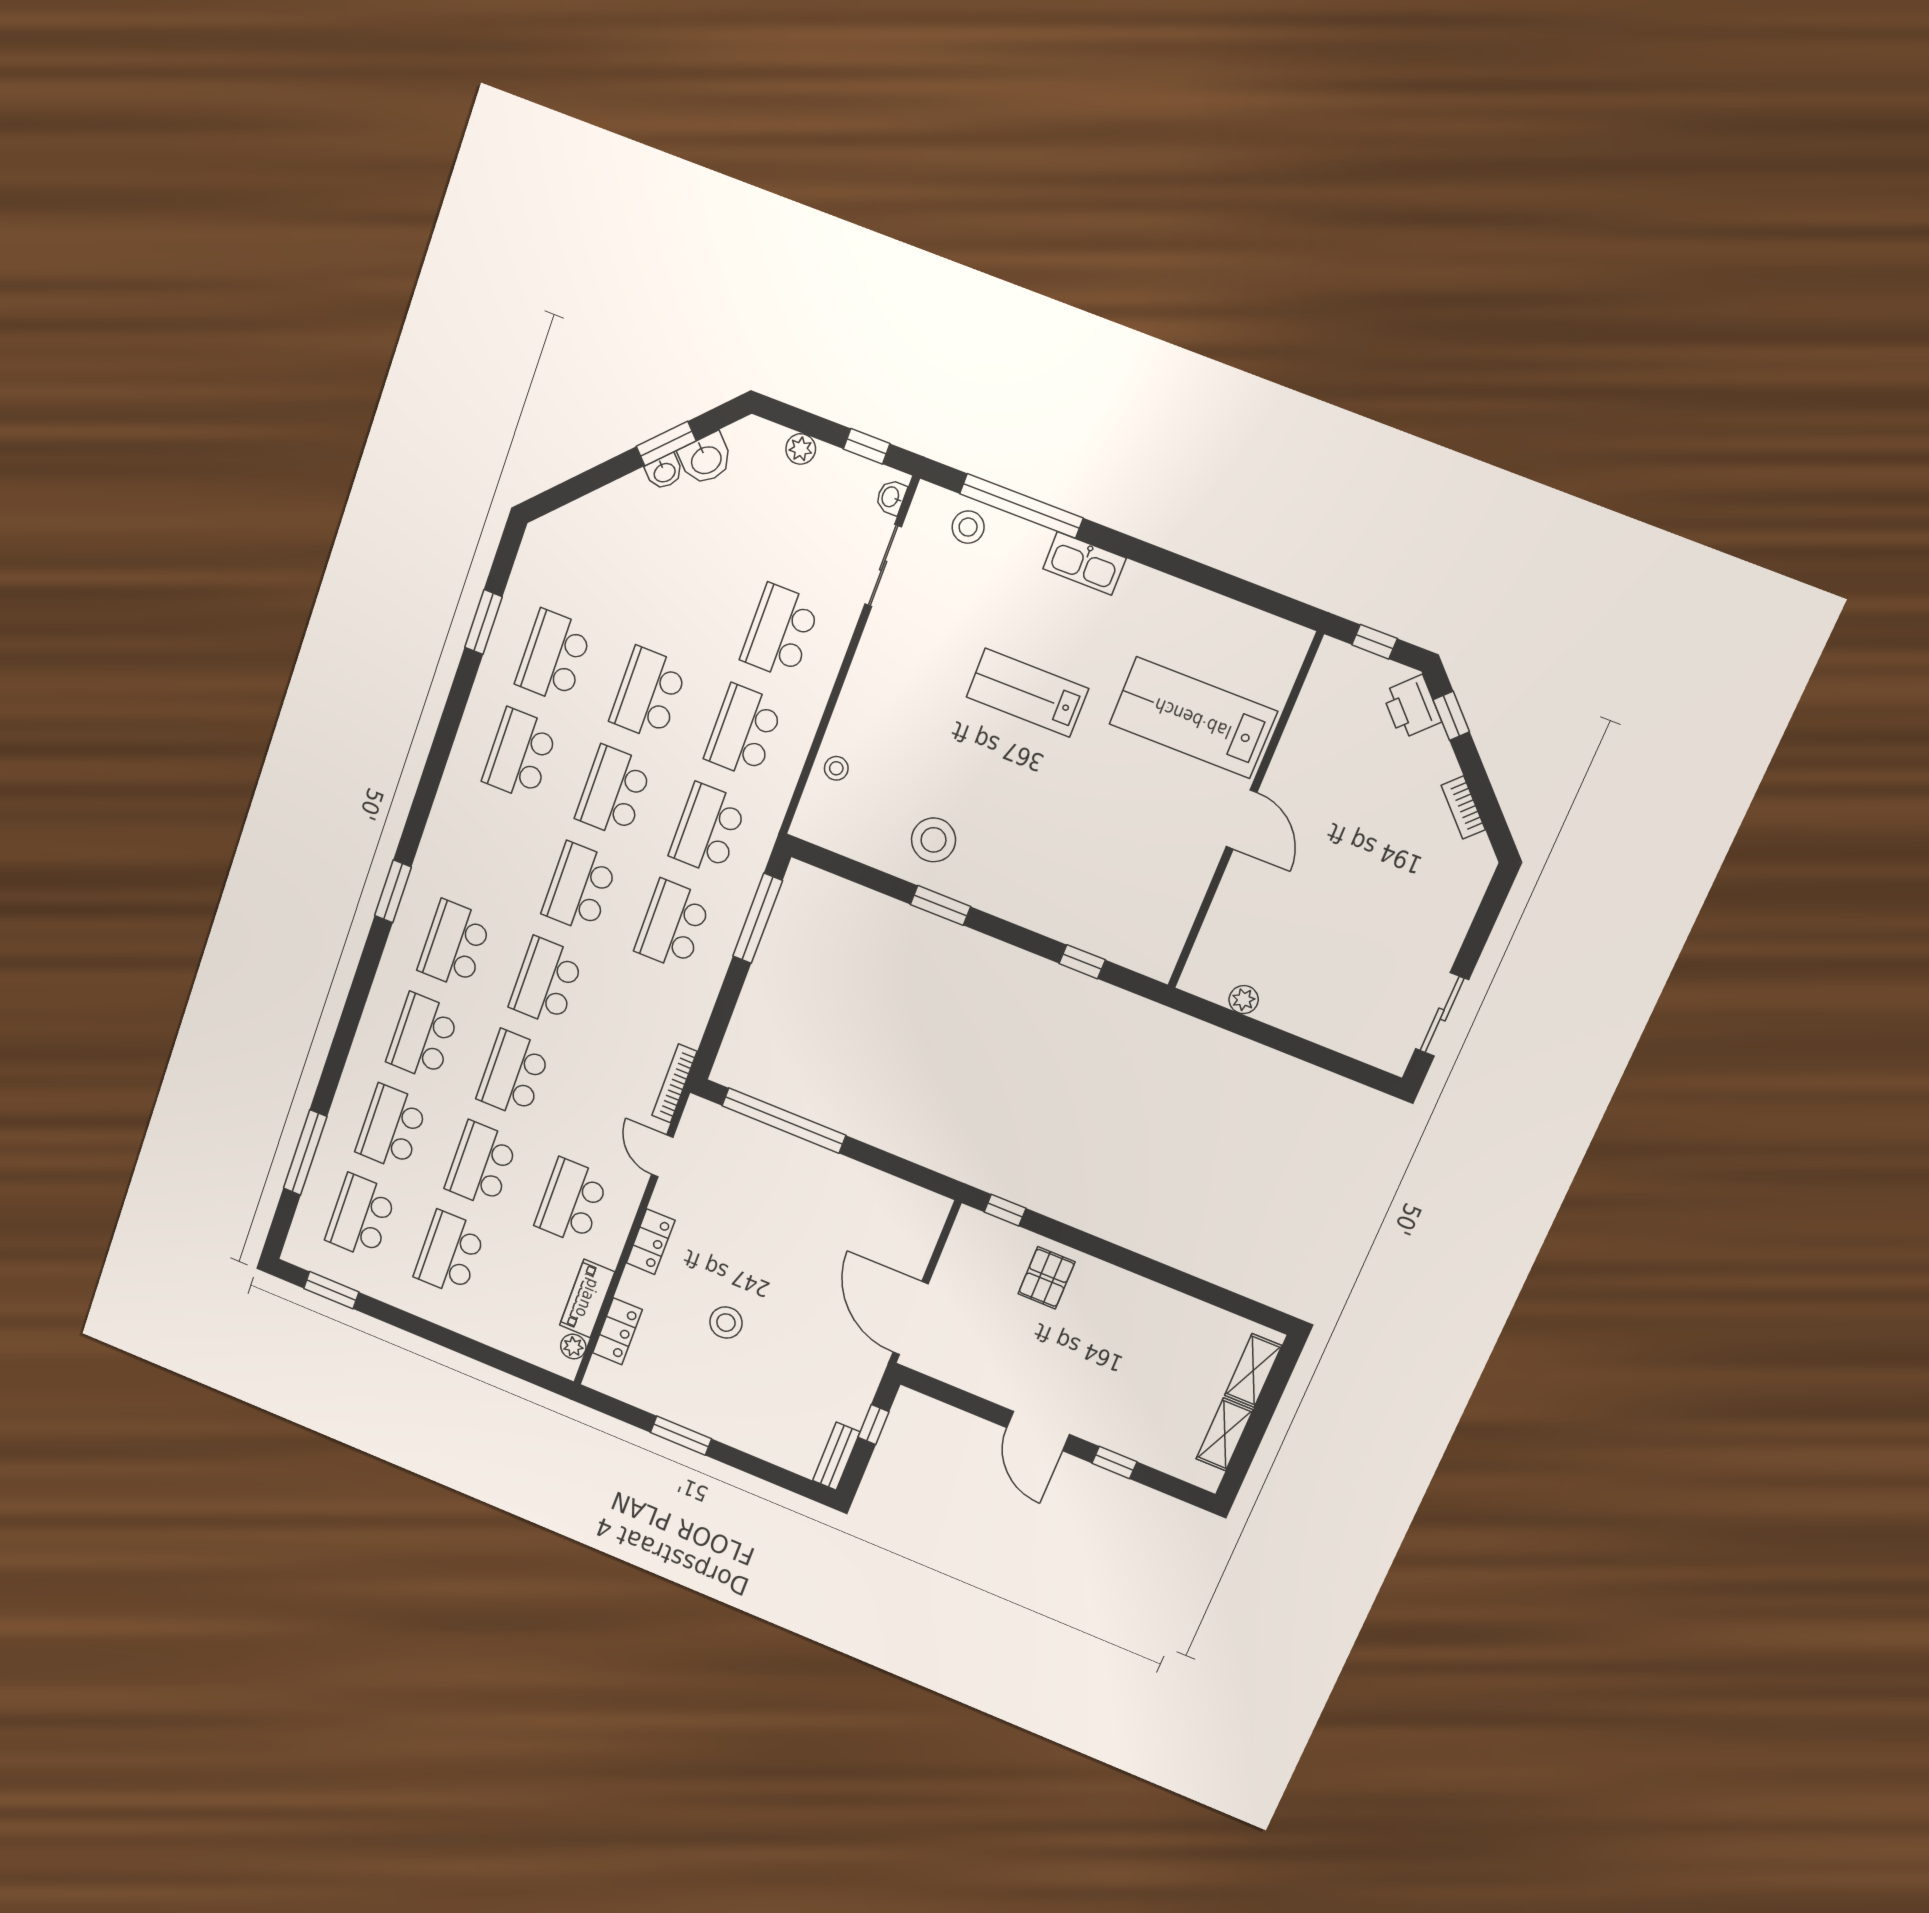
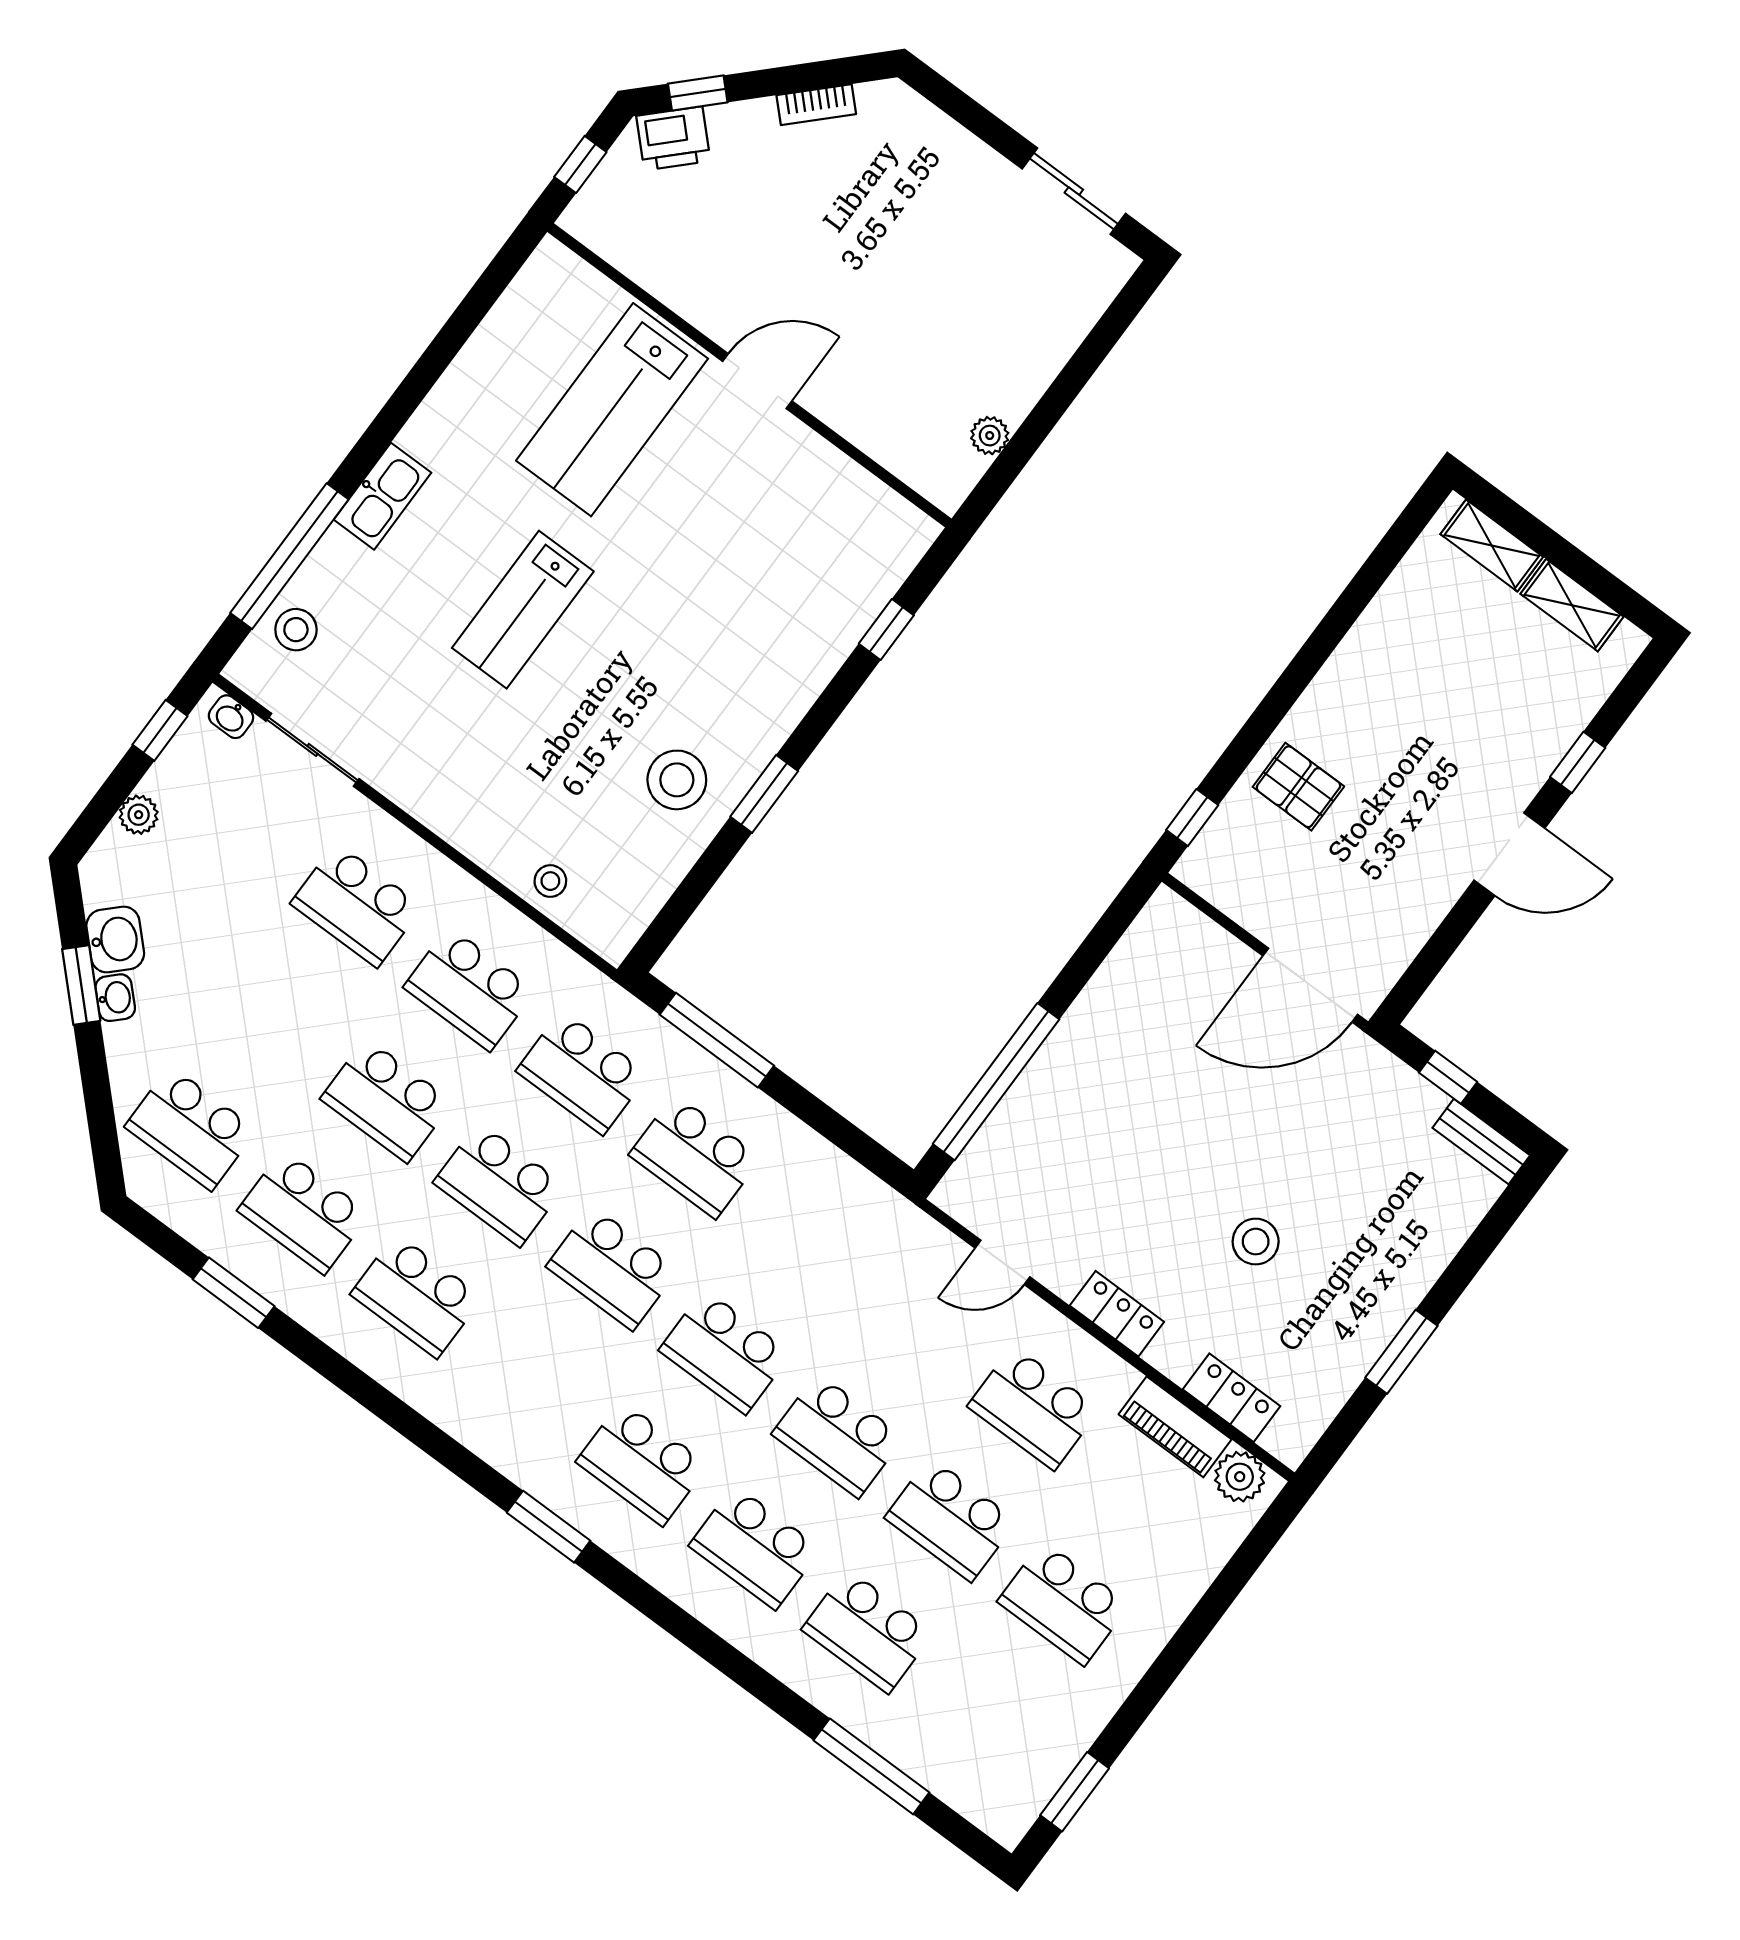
bookcase: (674, 1083) -> (908, 1217), removed
school desk: (361, 1216) -> (191, 1128), moved
plant: (573, 1347) -> (1240, 1477), width x1.38, depth x1.38

